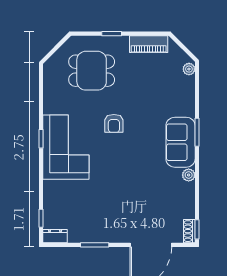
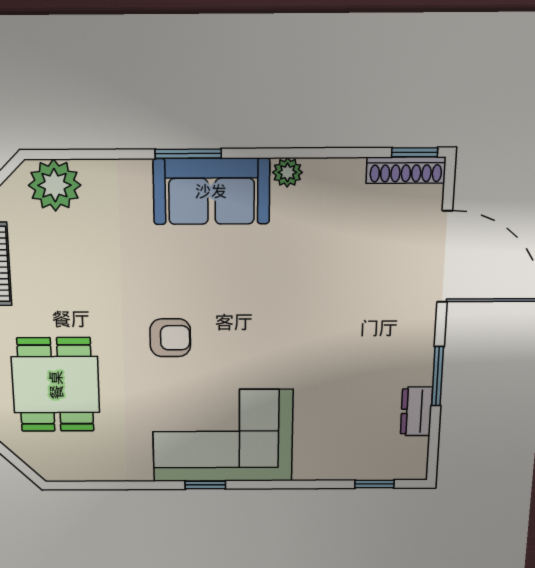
plant: (189, 69) -> (55, 185), width x1.88, depth x1.88
shoe rack: (189, 231) -> (406, 170), width x1.43
dresser: (55, 236) -> (416, 411), moved

